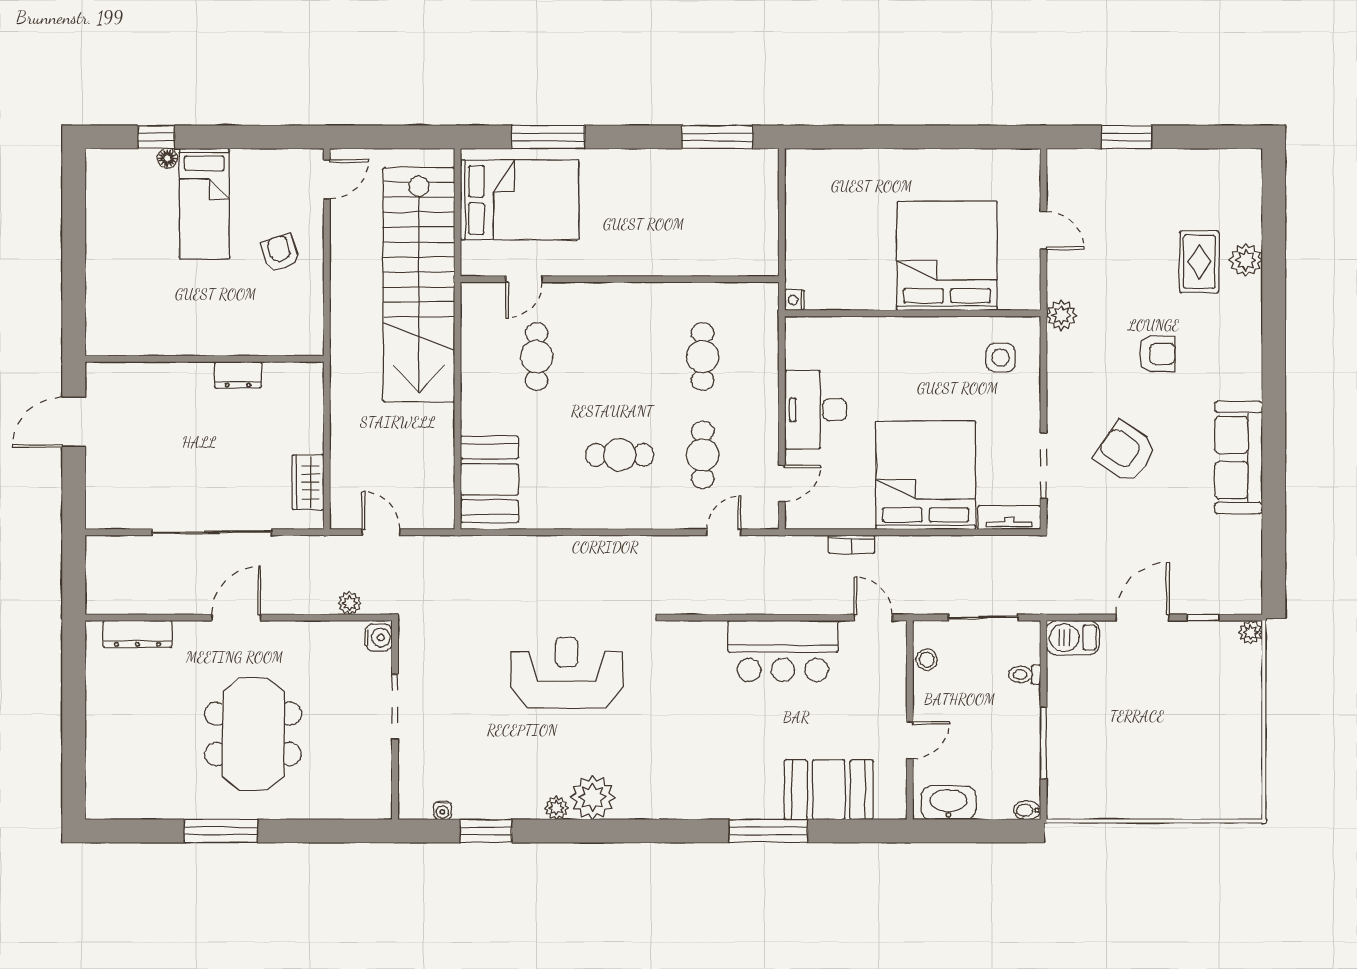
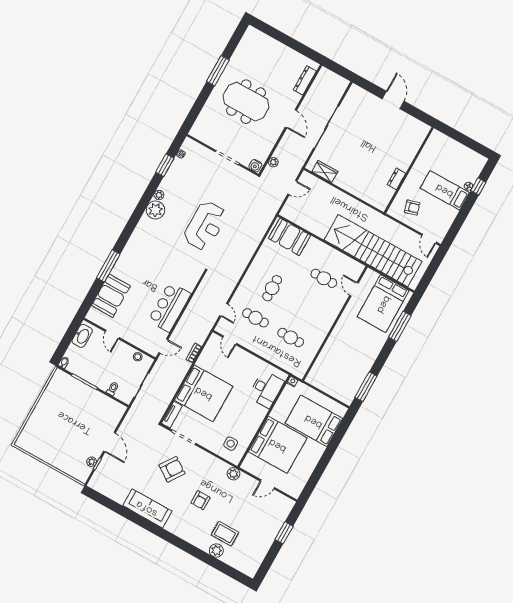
bed: (852, 207) -> (314, 421), added
wall: (204, 359) -> (409, 170), moved
dresser: (238, 375) -> (396, 179), moved
desk: (815, 410) -> (266, 389), moved, turned 90
plant: (1251, 632) -> (92, 462), moved
barbecue: (1073, 638) -> (116, 413), removed

